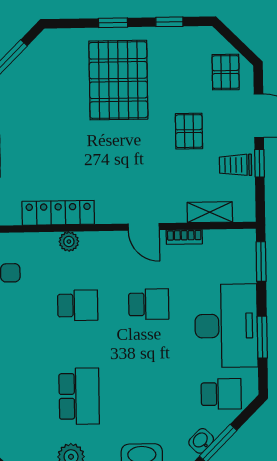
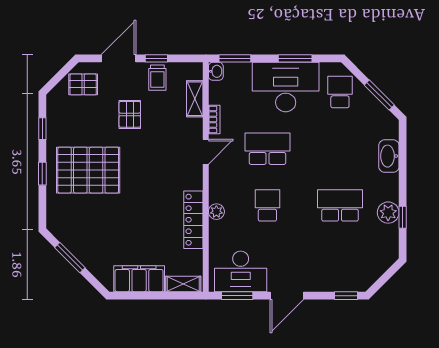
pallet: (189, 131) -> (130, 114), turned 90
school desk: (149, 304) -> (267, 149), width x1.85
washbasin: (201, 441) -> (216, 71), moved, turned -135

